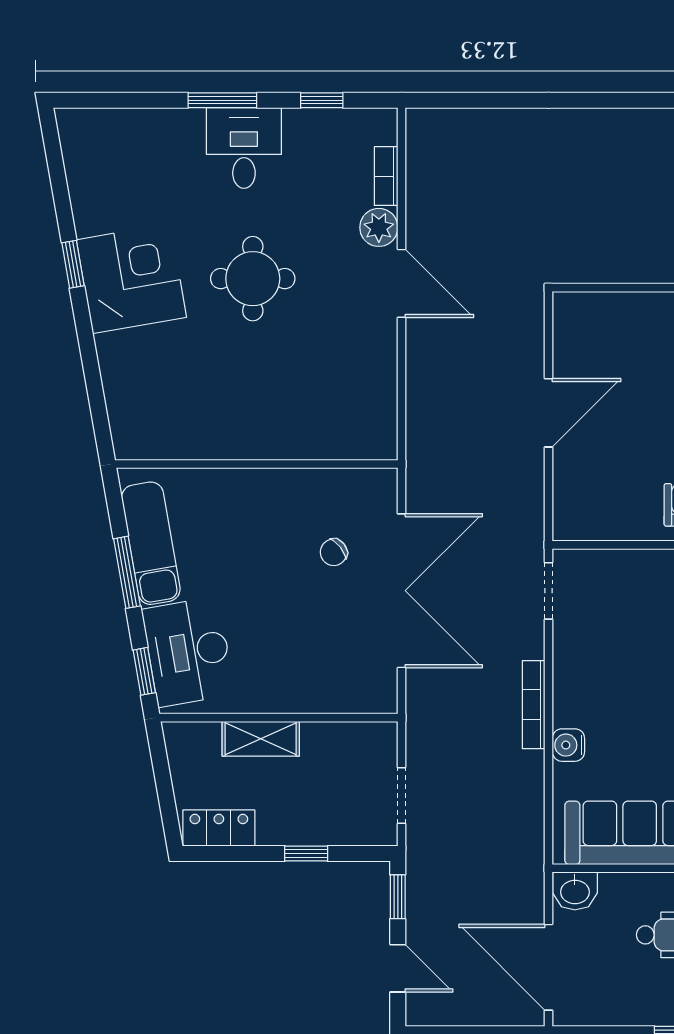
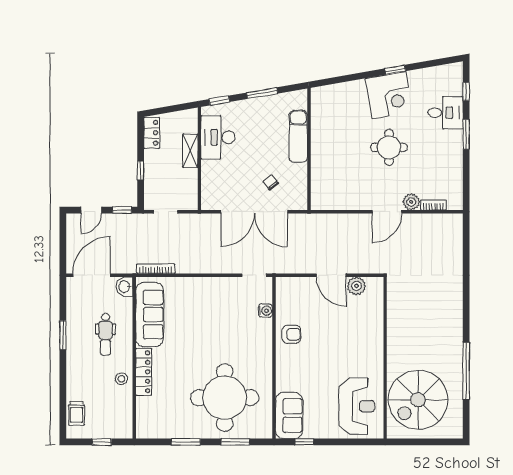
window: (322, 100) -> (466, 92), moved
desk: (244, 148) -> (445, 113), moved
plant: (574, 354) -> (356, 286), added
exam couch: (151, 543) -> (298, 136), moved, turned 100
desk: (188, 652) -> (218, 137), moved, turned -80
bookcase: (534, 705) -> (156, 269), moved
water cooler: (568, 745) -> (265, 311), moved, turned 90

